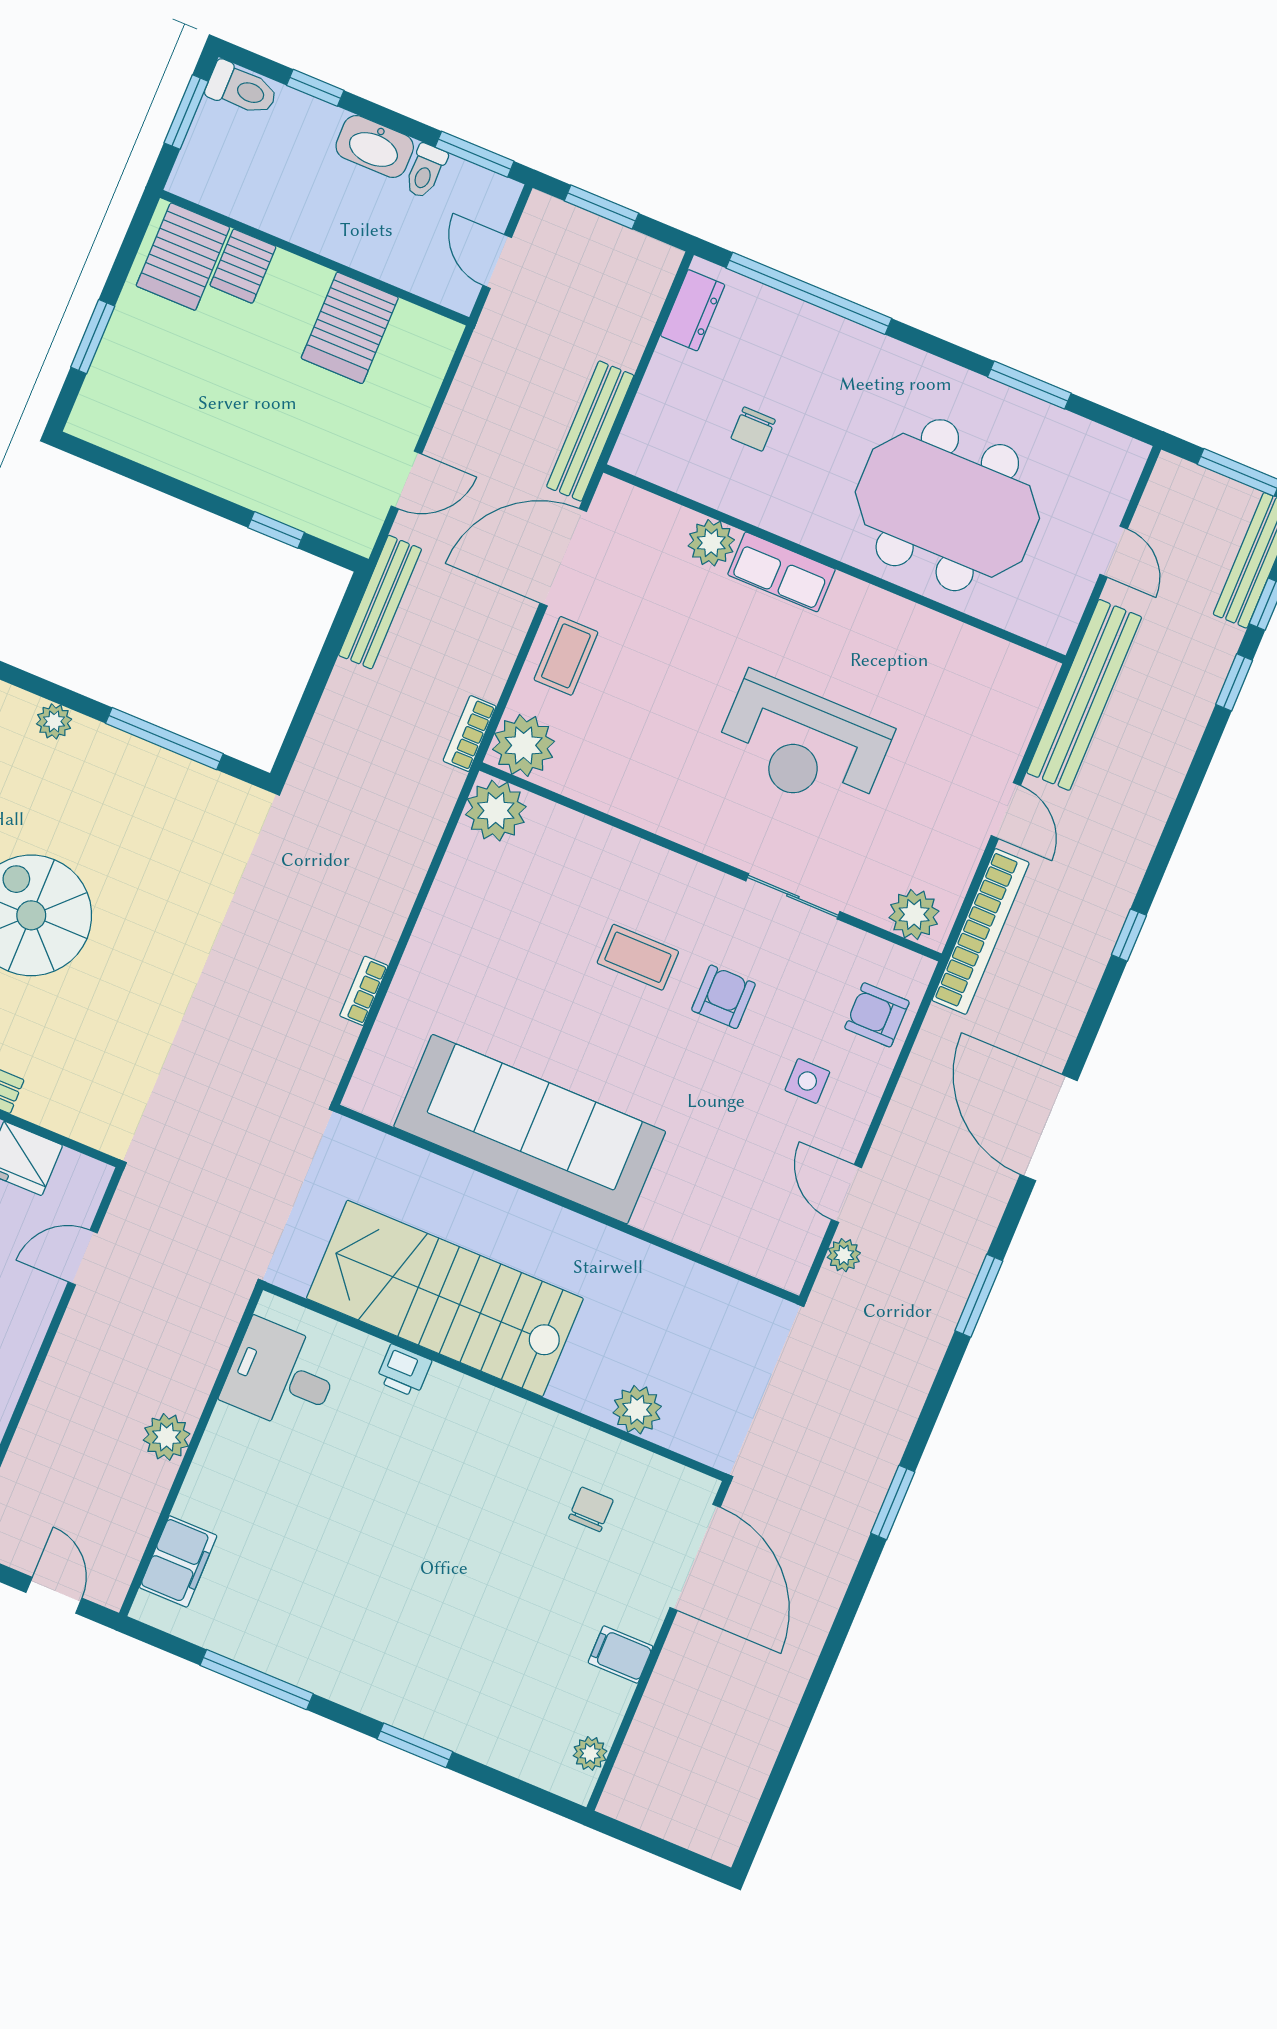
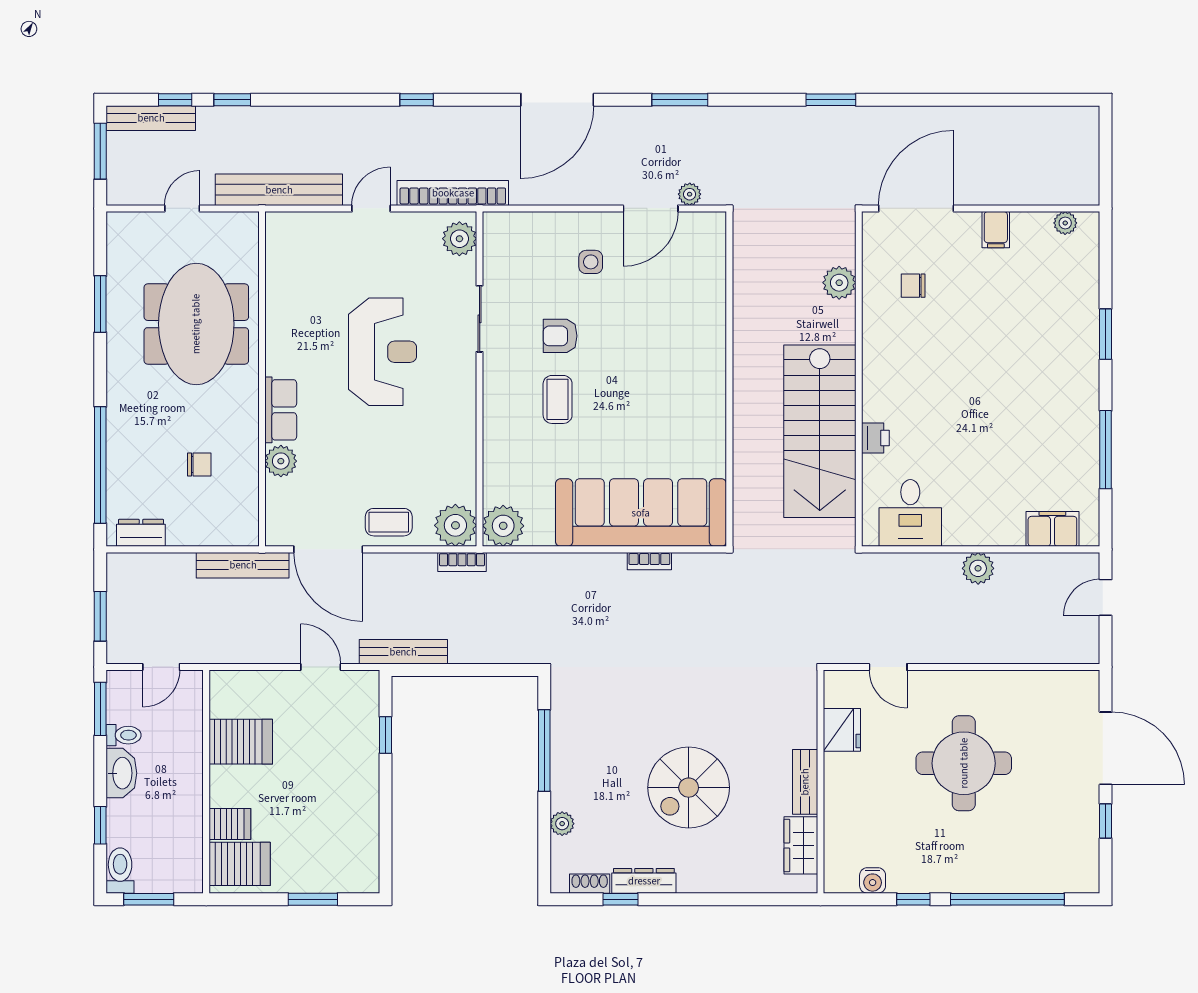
armchair: (877, 1015) -> (532, 236), removed
sofa: (530, 1129) -> (641, 513), moved, turned 90
door: (846, 1194) -> (651, 208), width x1.38

